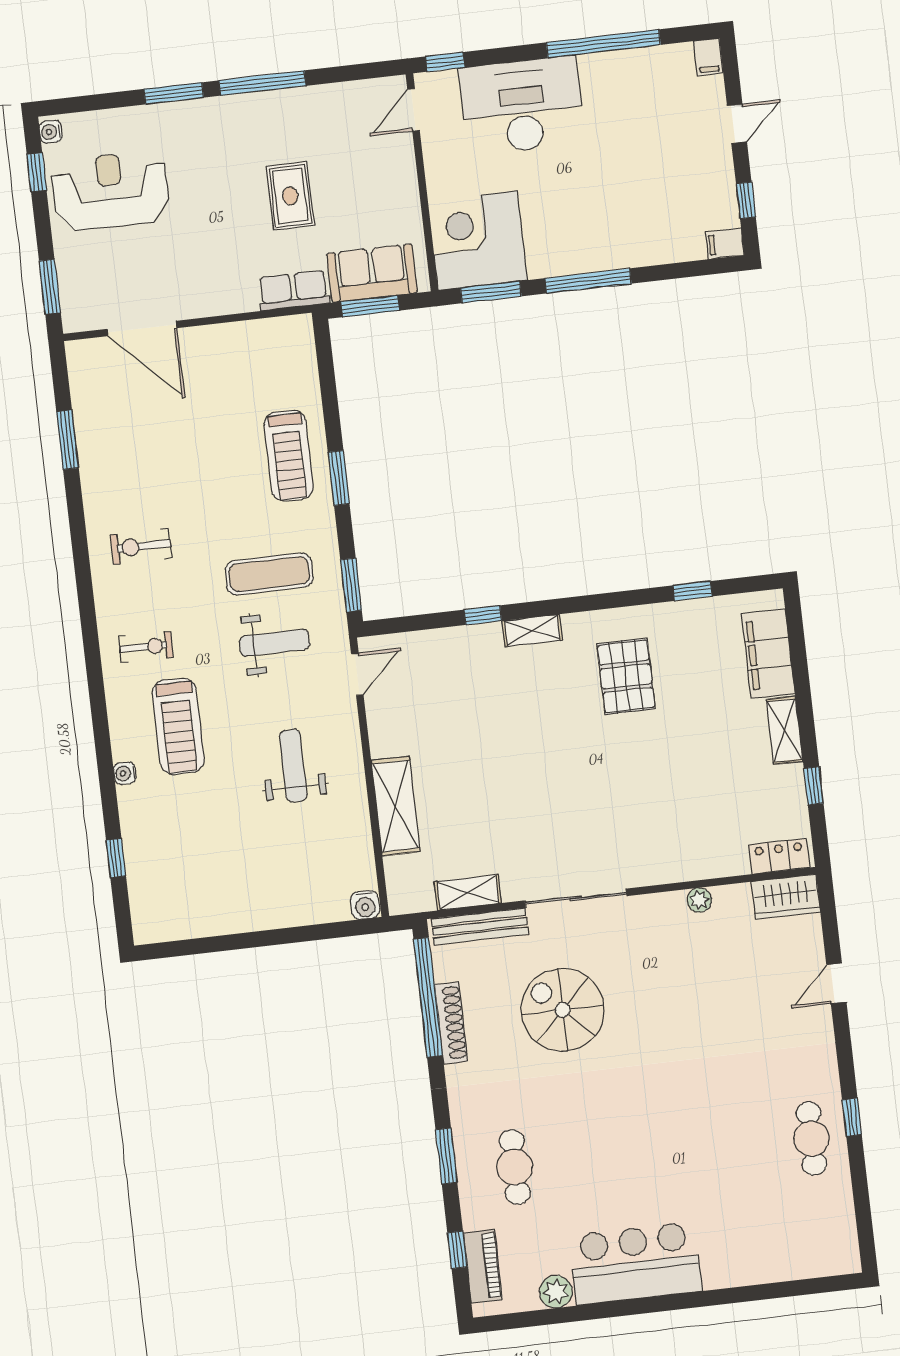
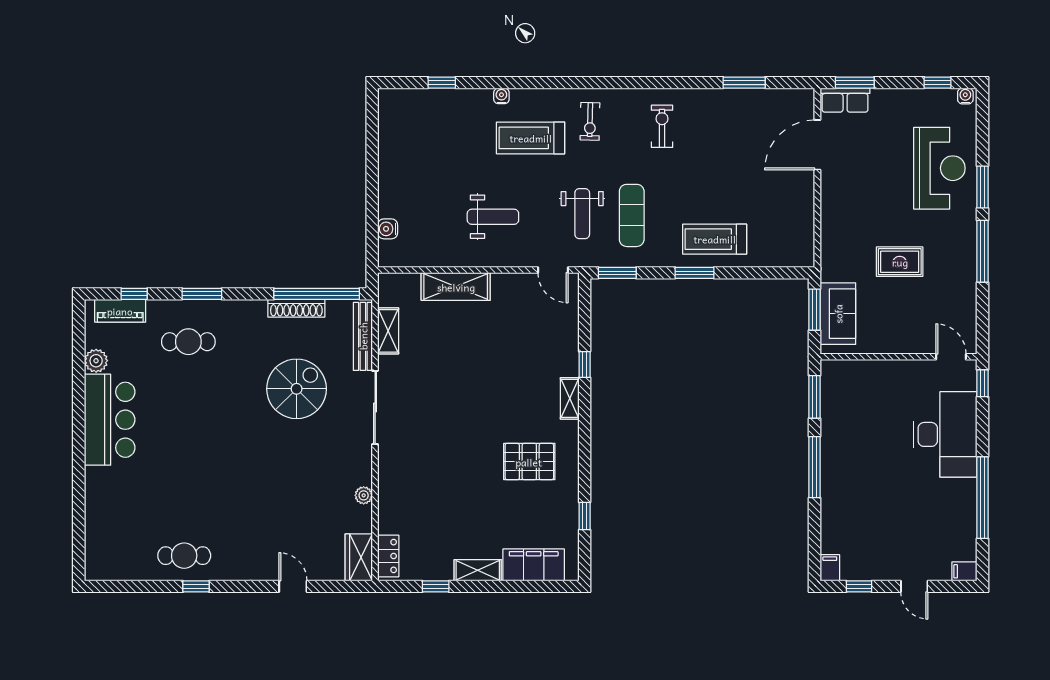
reception desk: (111, 191) -> (939, 168), moved
corner desk: (478, 241) -> (852, 392), removed
row of seats: (293, 290) -> (845, 100), moved, turned 90
water cooler: (365, 905) -> (388, 229), moved

